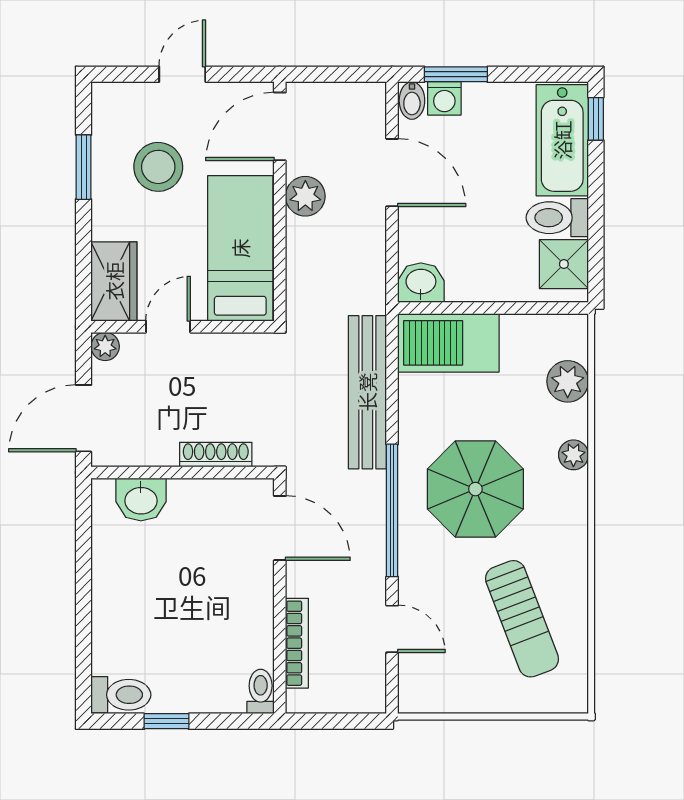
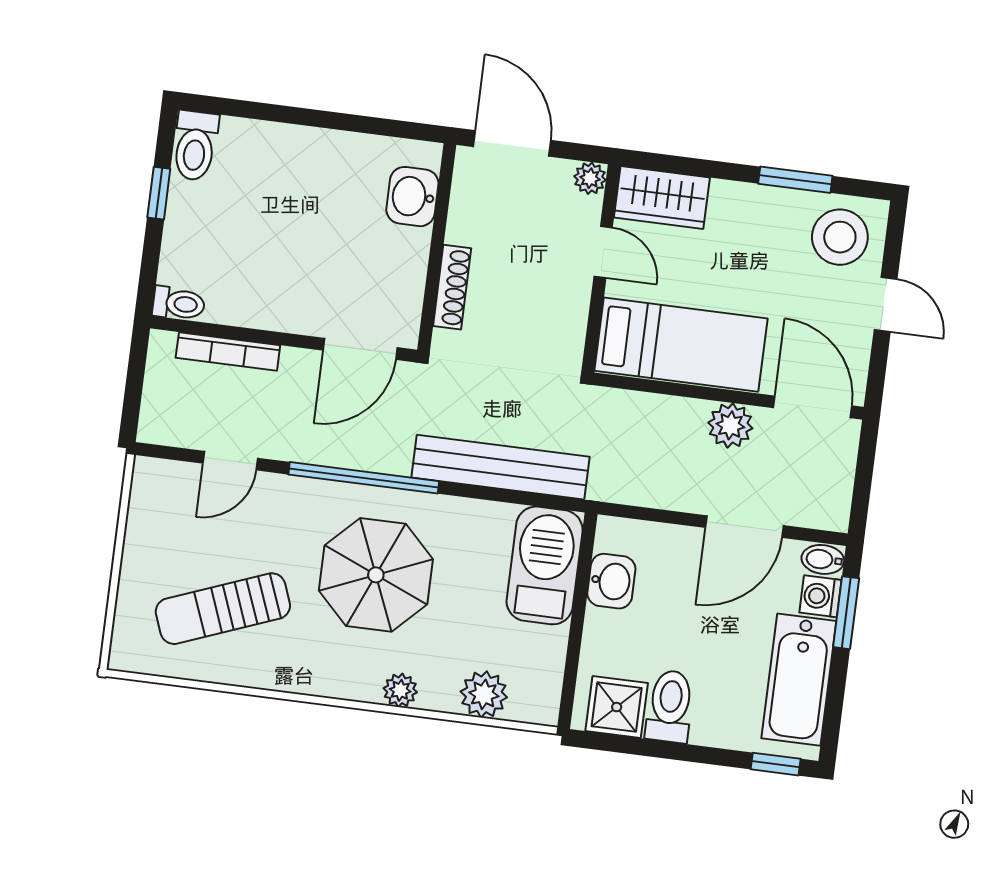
bathtub: (562, 140) -> (799, 680), moved, turned -90
stool: (158, 167) -> (840, 237), moved
washbasin: (421, 283) -> (611, 581), moved

